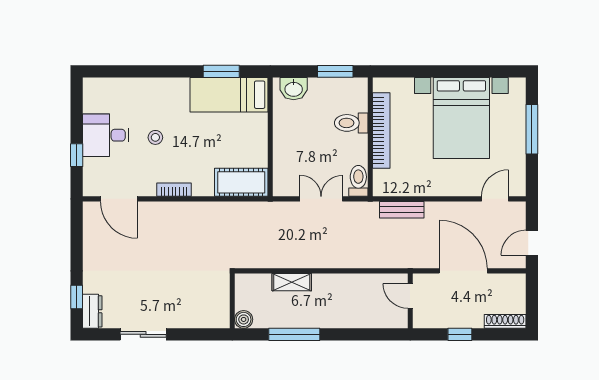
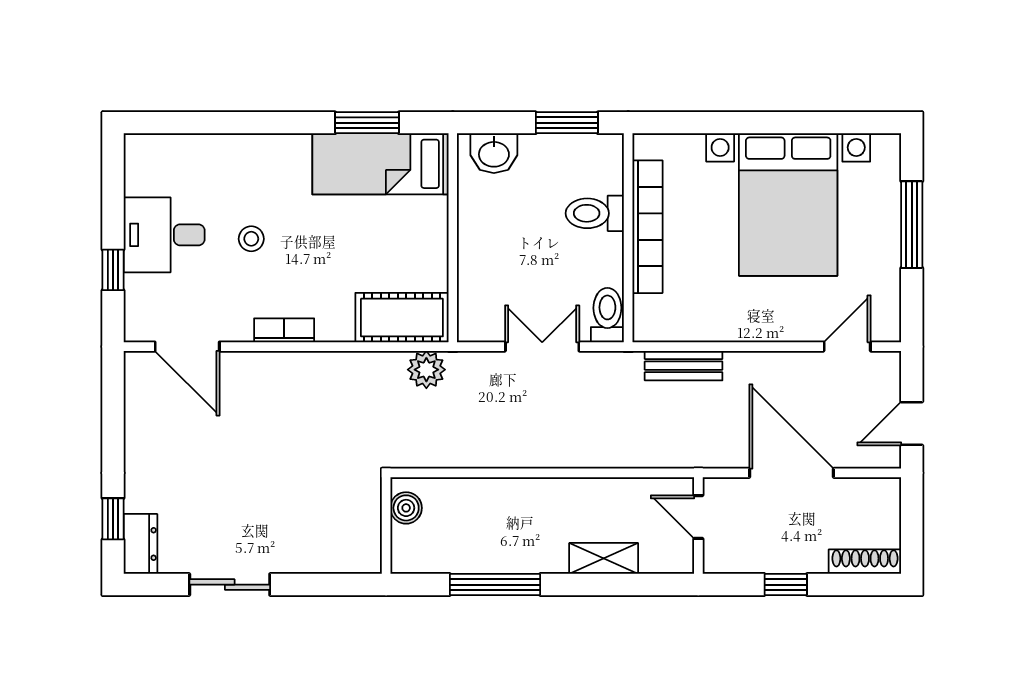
plant: (255, 212) -> (426, 370), added
shelving: (292, 282) -> (604, 558), moved
boiler: (244, 319) -> (406, 508), moved

